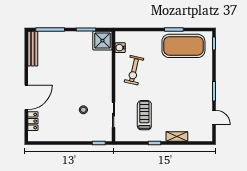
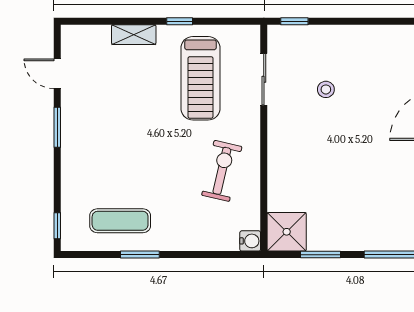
exercise mat: (183, 46) -> (120, 221), width x0.50, depth x0.69
water cooler: (120, 48) -> (250, 241), moved
treadmill: (144, 115) -> (200, 78), width x1.37, depth x1.38

